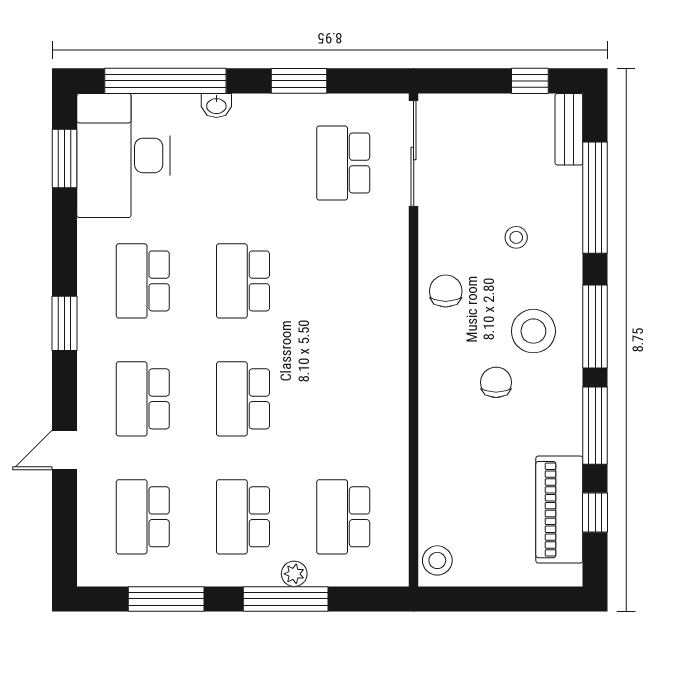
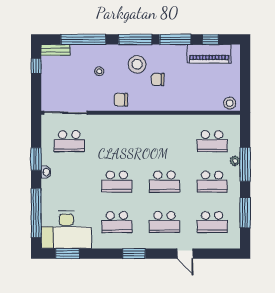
washbasin: (216, 105) -> (46, 172), moved

